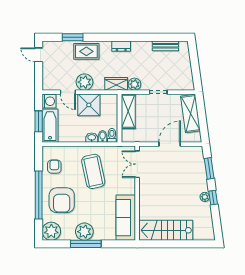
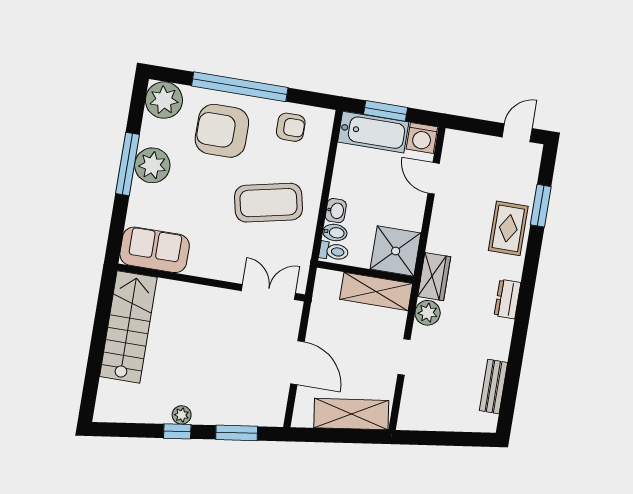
plant: (85, 82) -> (448, 215), removed
door: (68, 92) -> (434, 178), hinge flipped
shower: (89, 105) -> (396, 251), moved
sofa: (126, 218) -> (155, 250), width x0.73

